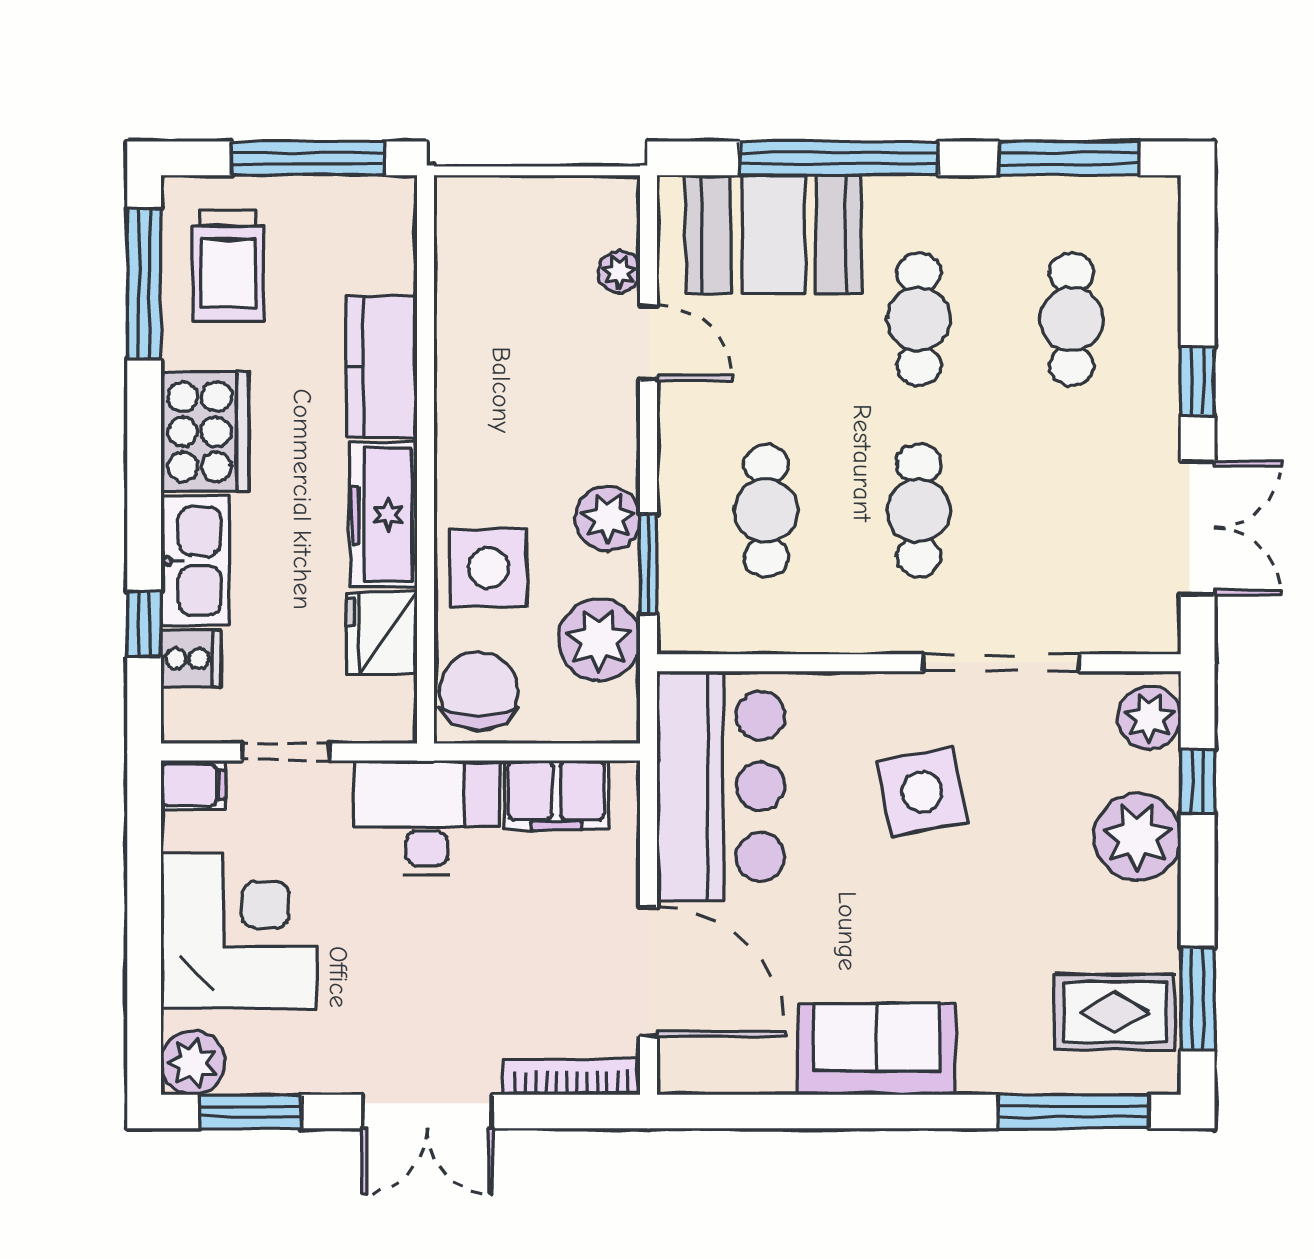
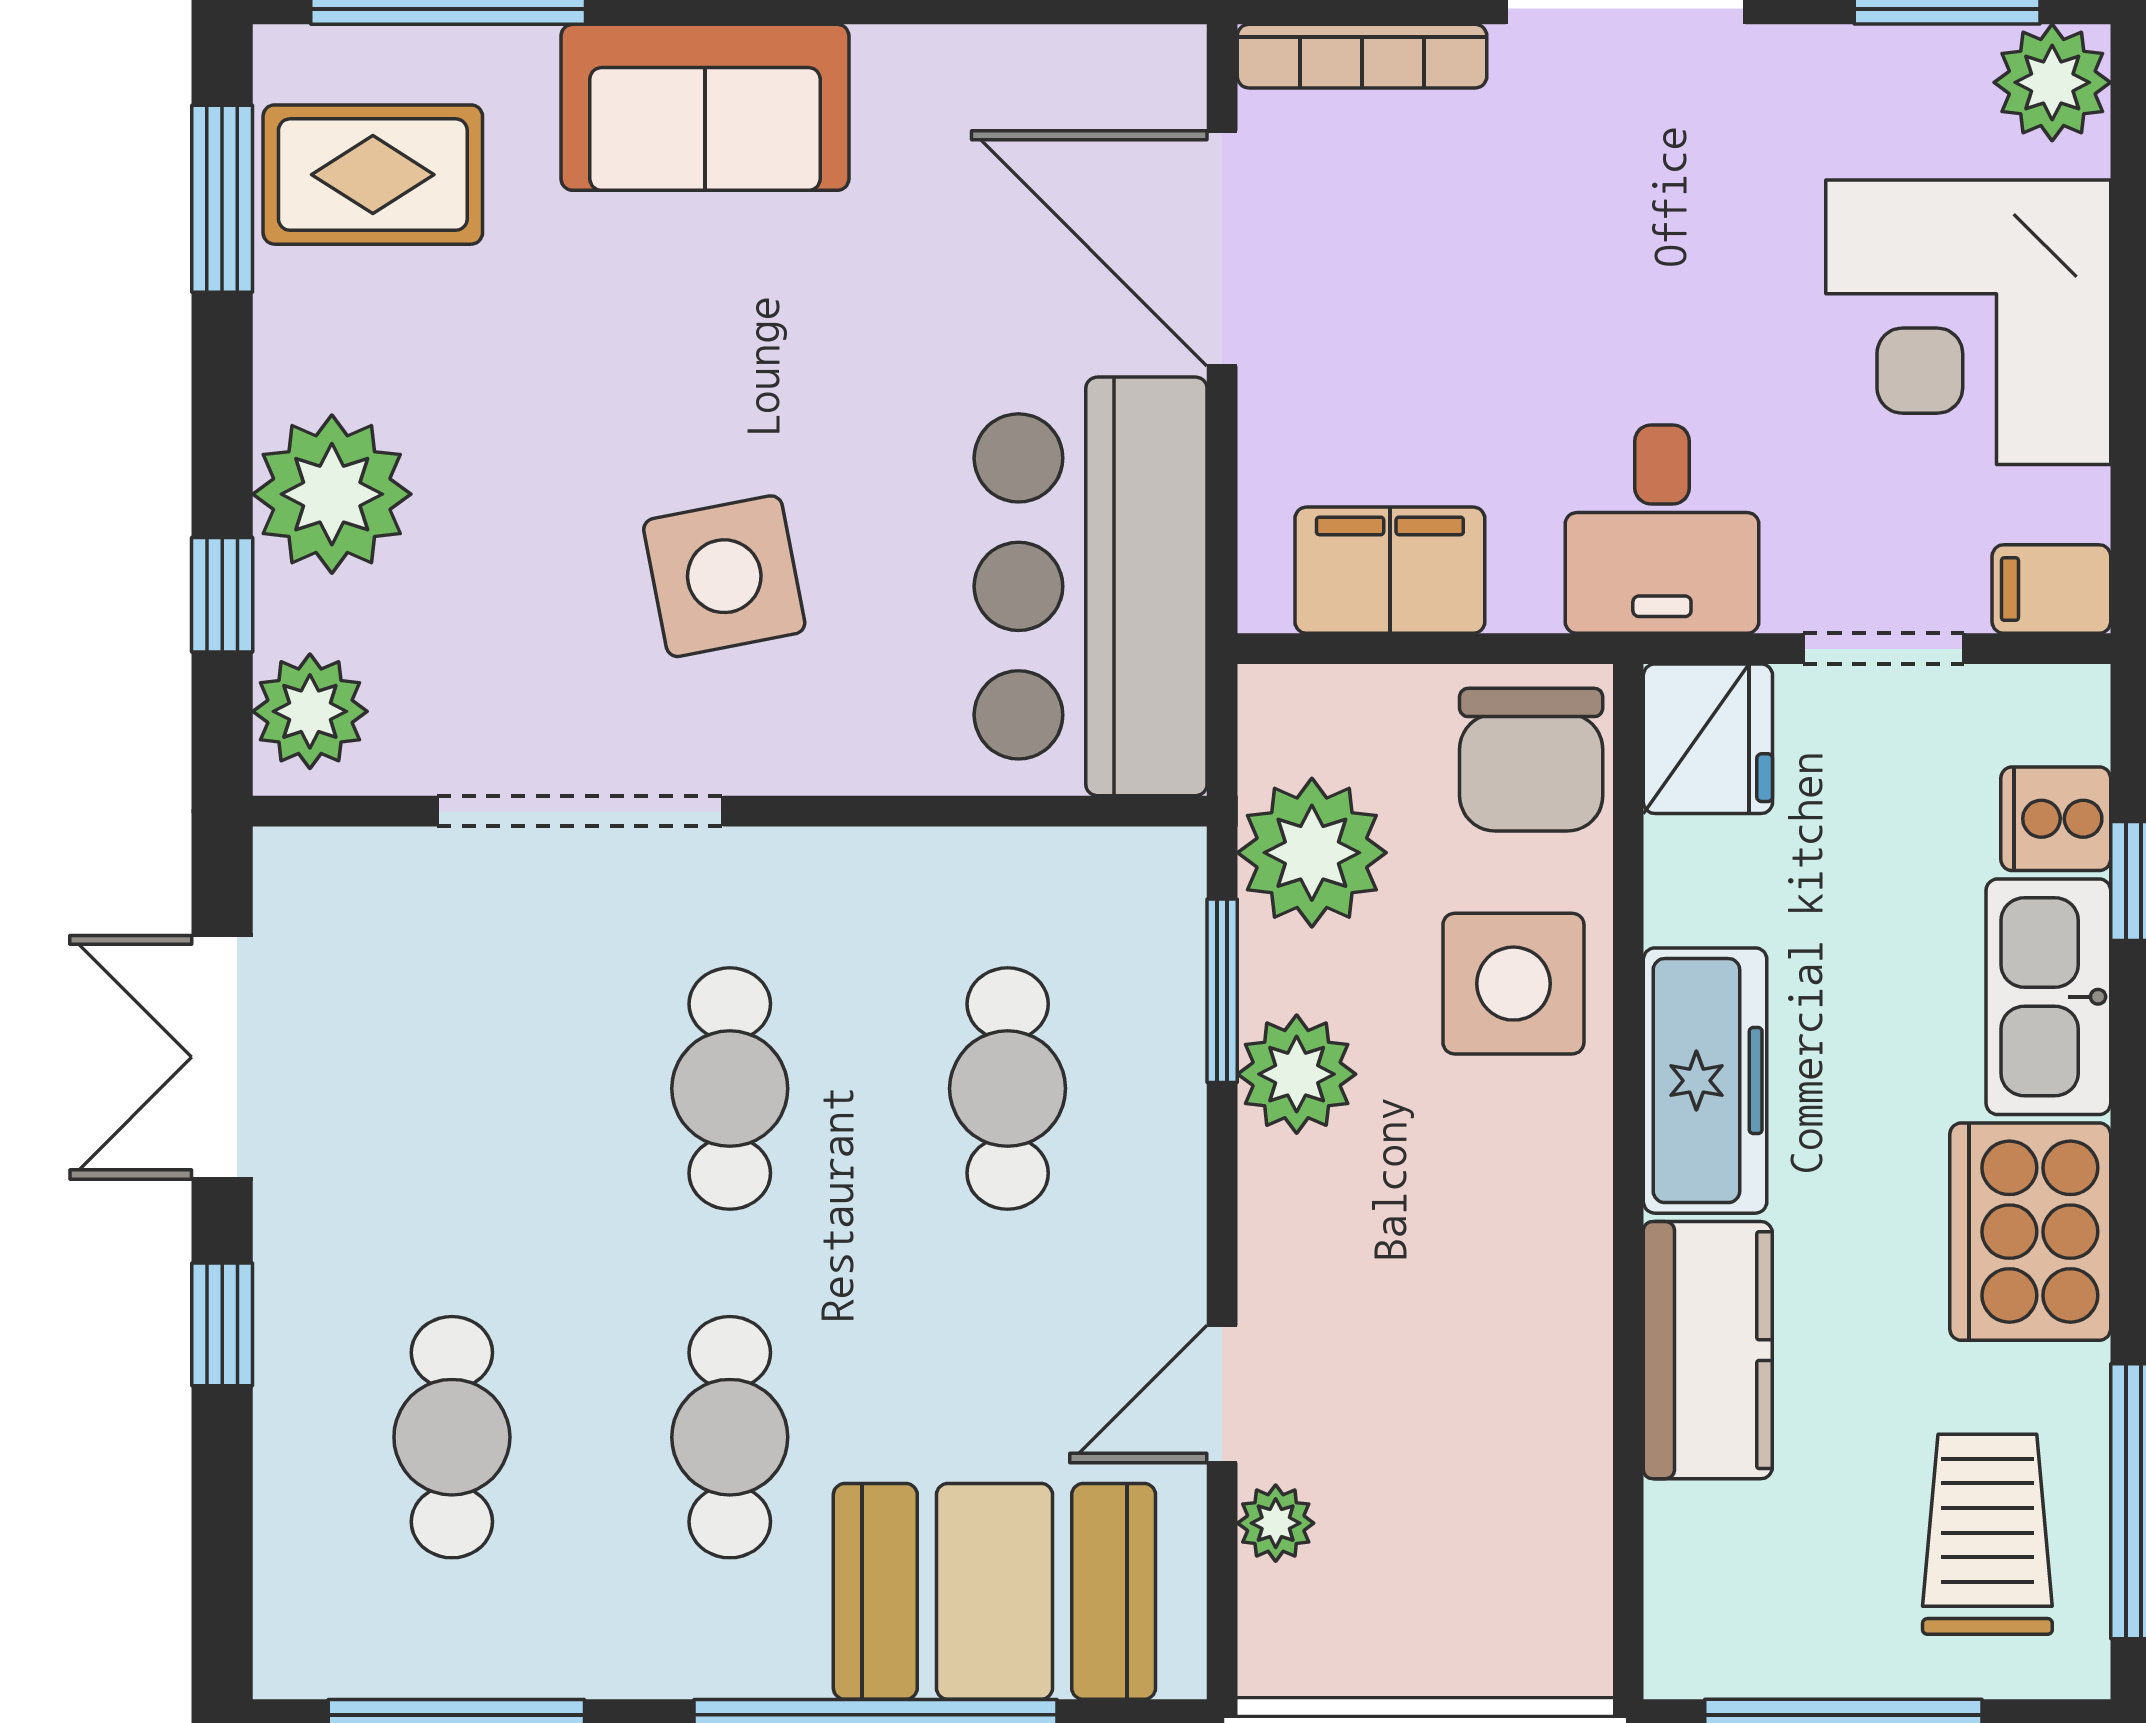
door: (648, 343) -> (1222, 1394), hinge flipped
fridge: (382, 633) -> (1708, 739), moved
desk: (427, 818) -> (1662, 529), width x0.73
sofa: (876, 1049) -> (705, 107), moved

